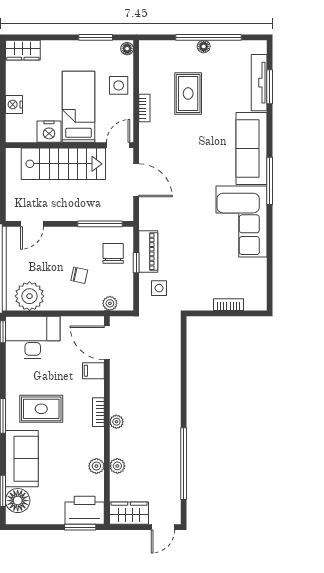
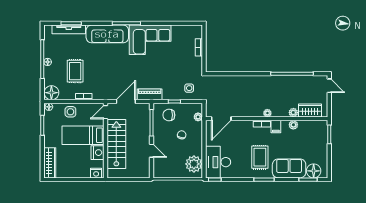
wardrobe: (23, 50) -> (50, 163), width x1.50
floor lamp: (151, 53) -> (51, 93), added
rug: (188, 94) -> (75, 71), turned 90
nightstand: (14, 105) -> (96, 173), moved
door: (118, 145) -> (105, 112), hinge flipped
door: (32, 224) -> (151, 151), moved
piano: (148, 252) -> (150, 94), moved
filing cabinet: (93, 371) -> (276, 127), moved
printer: (85, 510) -> (319, 132), removed
wardrobe: (129, 513) -> (310, 110), moved, turned 90

